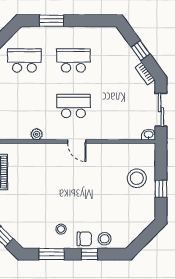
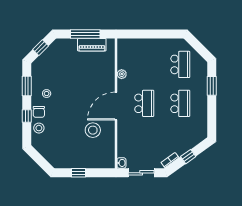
door: (77, 142) -> (116, 106), width x1.88
stool: (137, 178) -> (93, 130), moved

